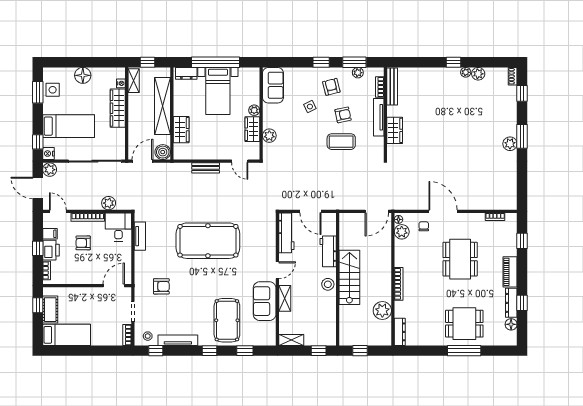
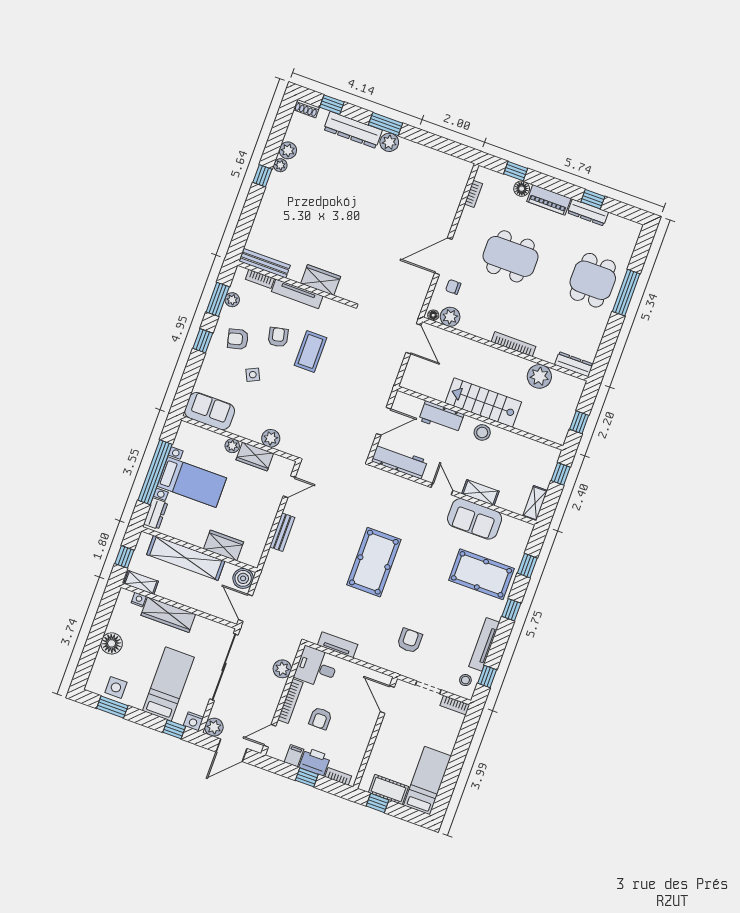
dresser: (509, 115) -> (353, 130), added
pool table: (208, 241) -> (374, 562), width x0.73, depth x0.76
floor lamp: (511, 324) -> (522, 189), moved

